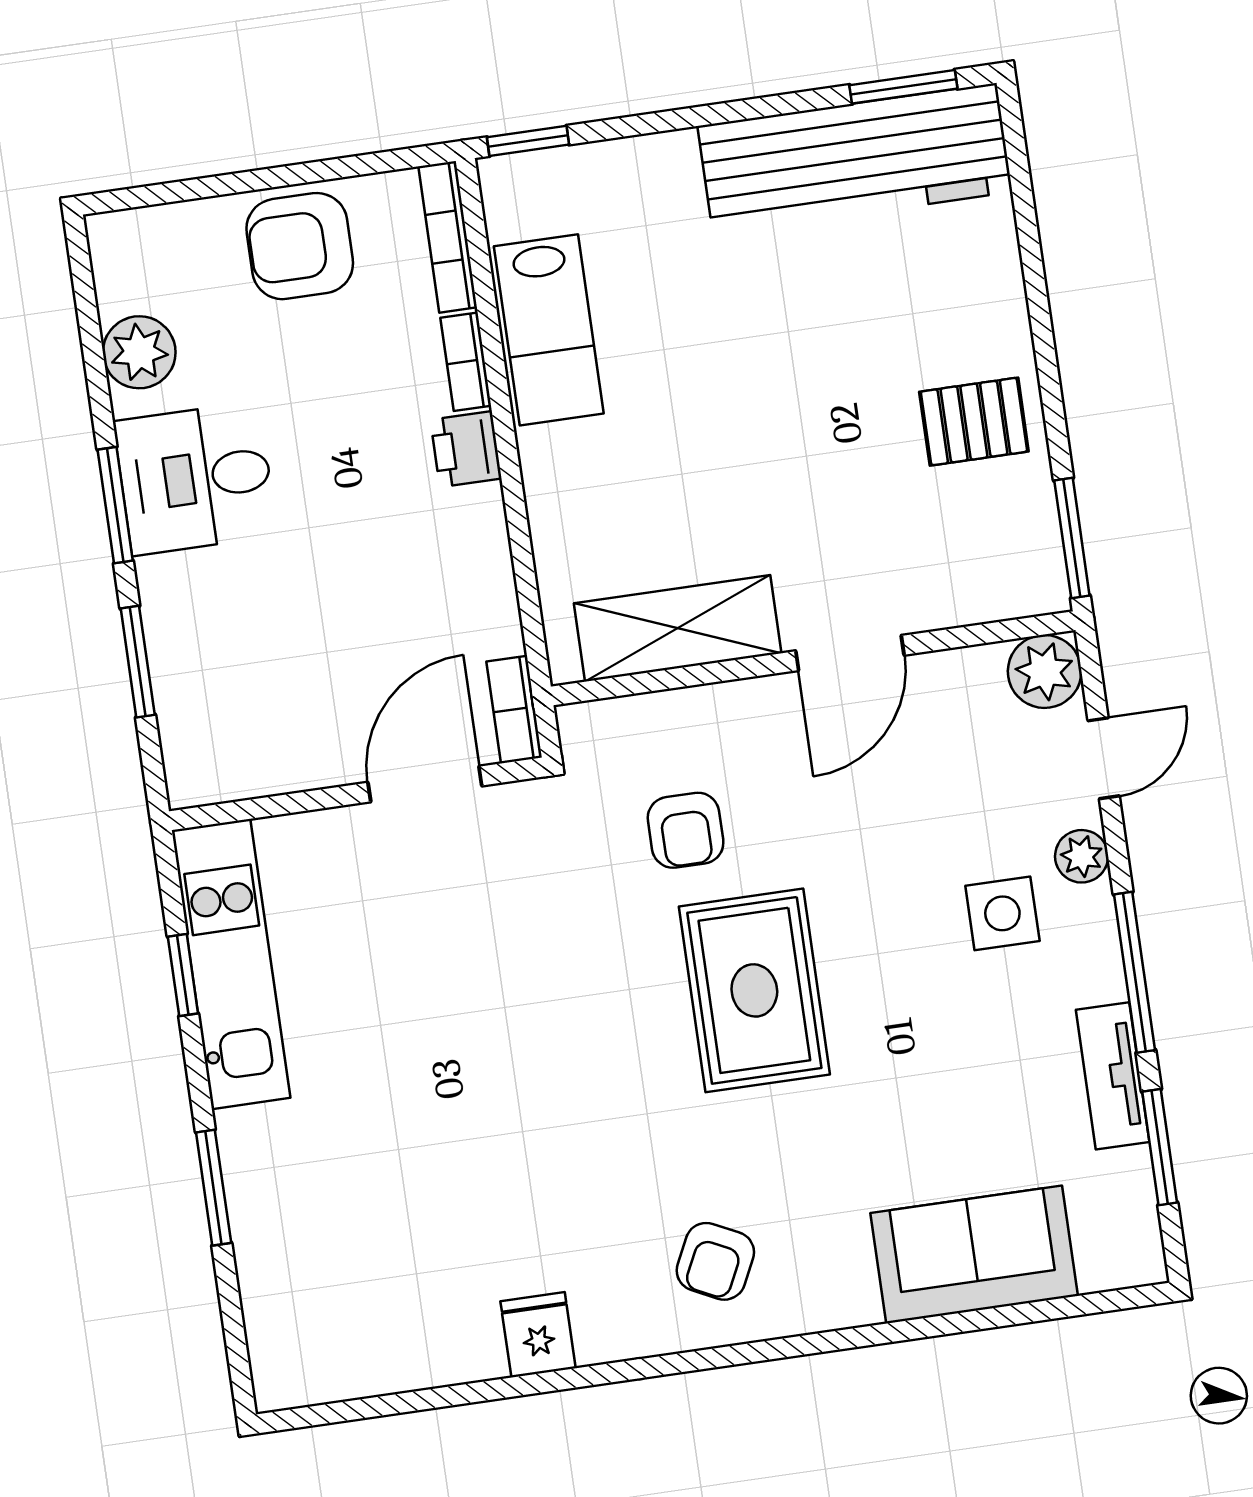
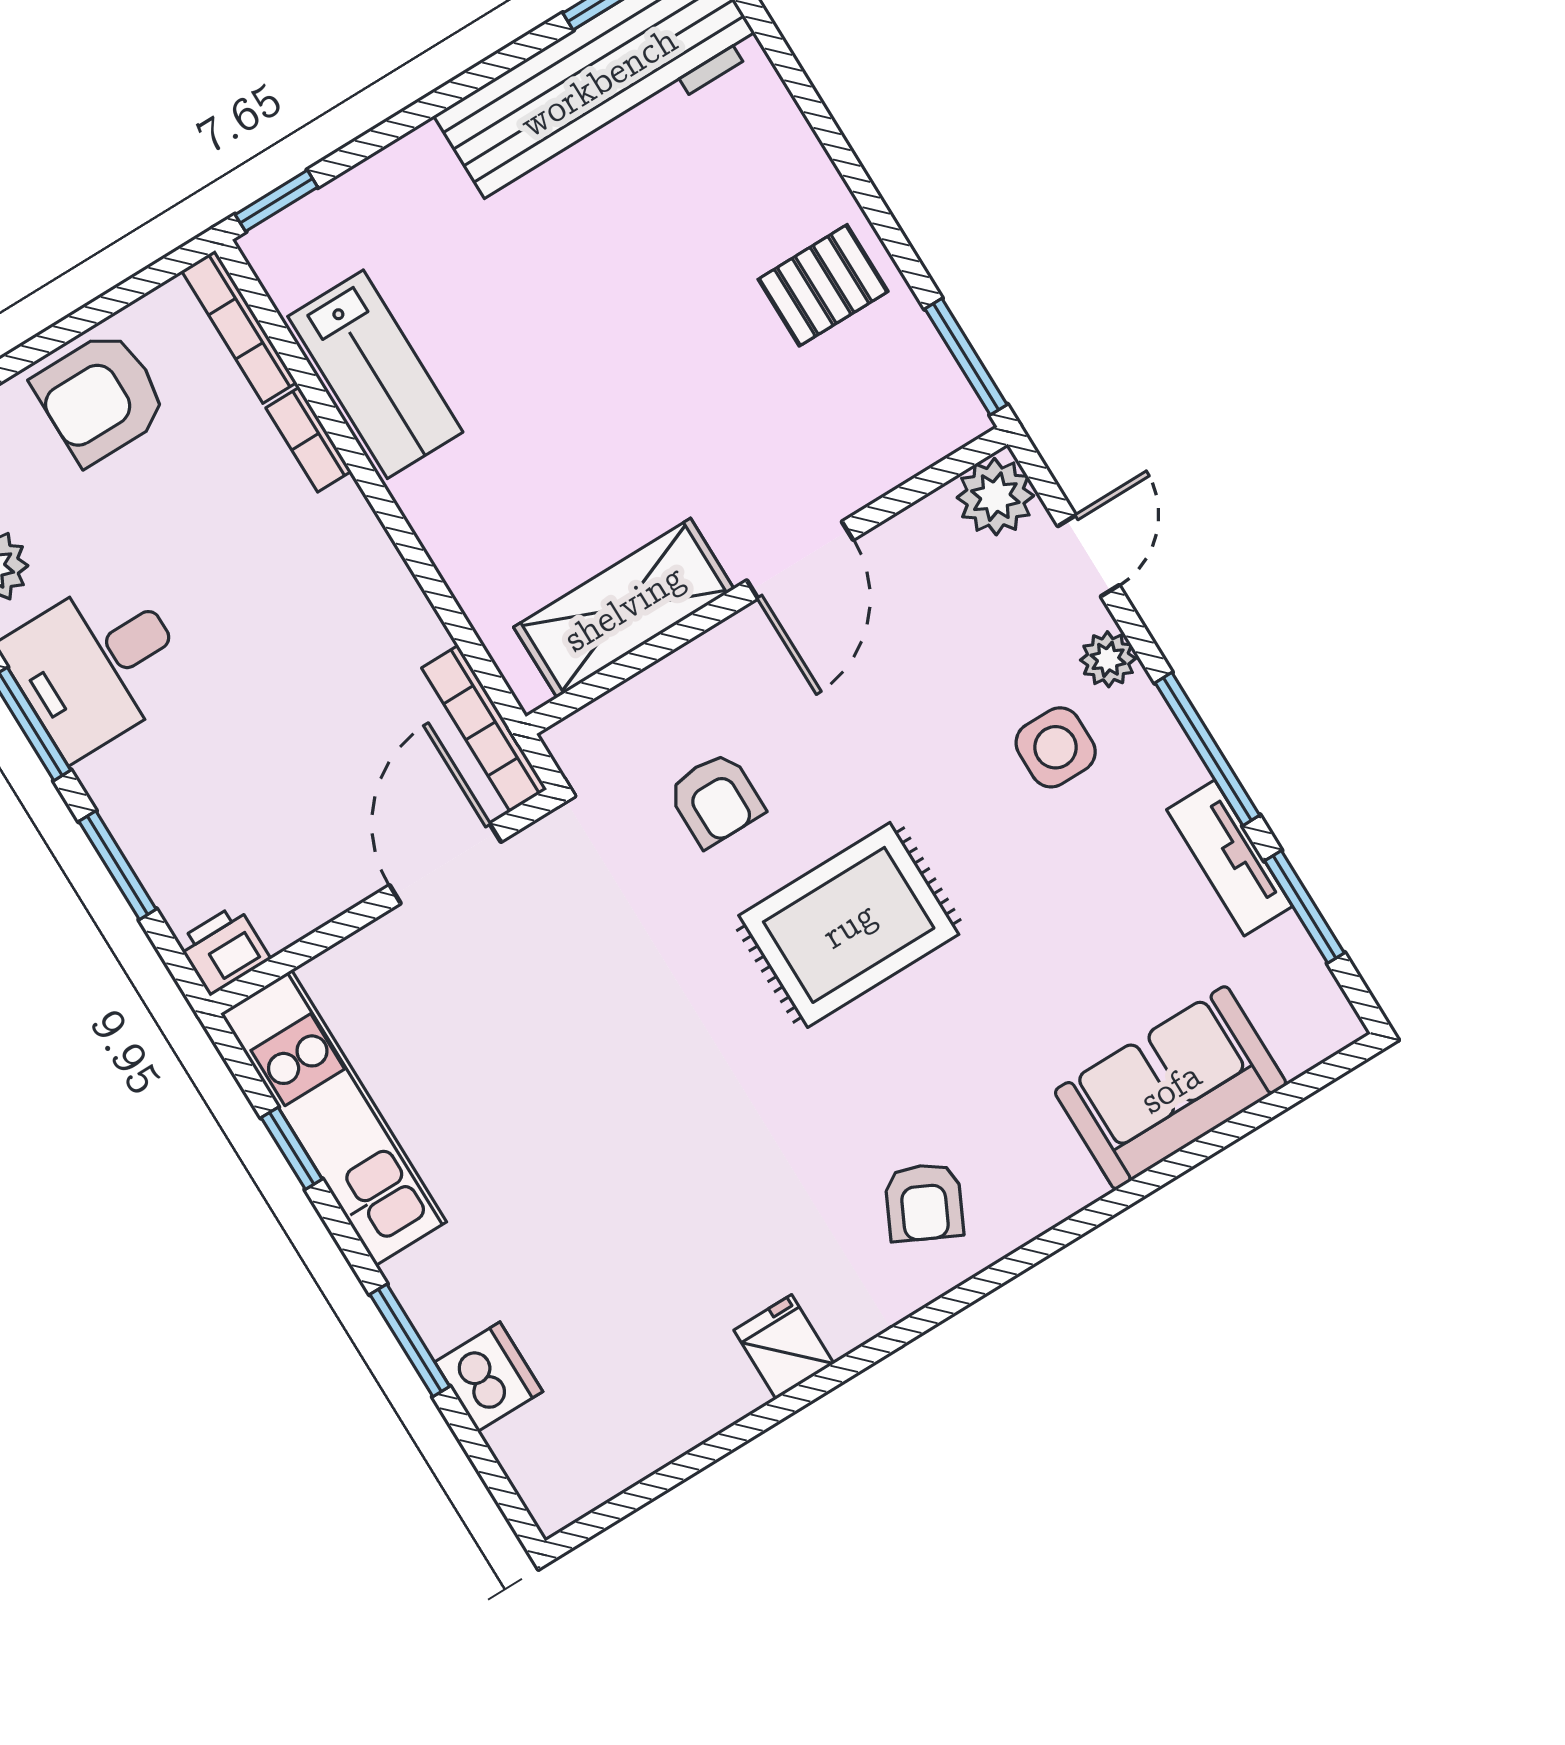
printer: (466, 449) -> (223, 950), moved, turned 90
bookcase: (514, 710) -> (484, 729), width x1.56
rug: (754, 990) -> (849, 925), turned 90
dishwasher: (269, 1249) -> (489, 1377), added

